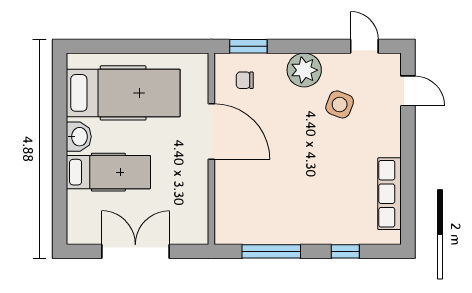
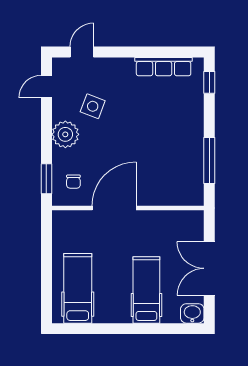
hospital bed: (123, 93) -> (78, 288), width x0.73, depth x0.78
washbasin: (79, 137) -> (192, 313), moved
window: (345, 251) -> (209, 82), moved

